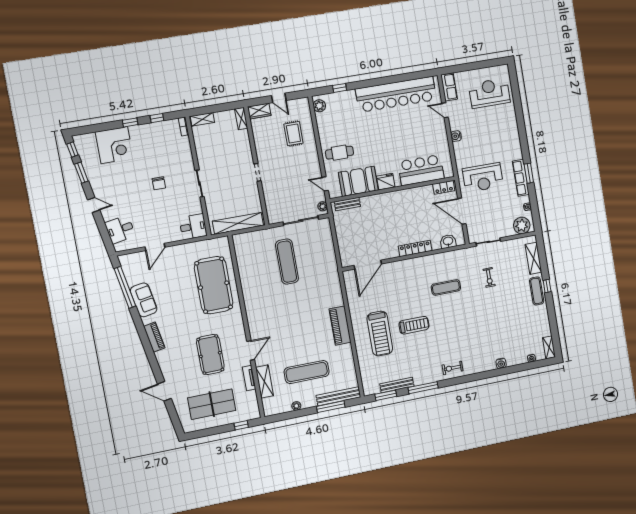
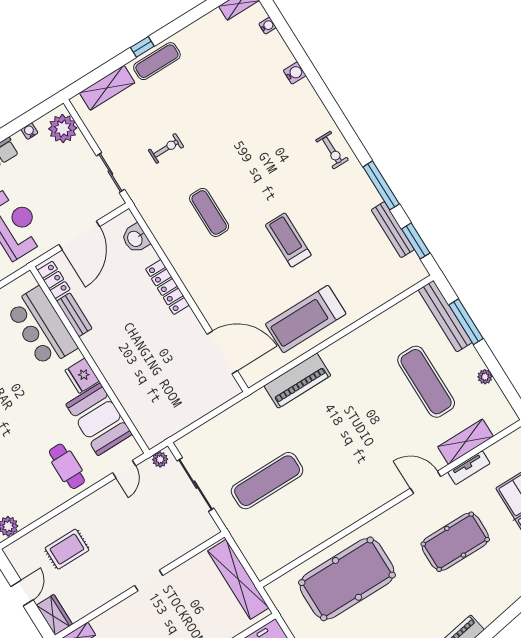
bench: (347, 204) -> (74, 315), moved
piano: (340, 326) -> (297, 381), moved
treadmill: (380, 334) -> (306, 319), moved, turned 180

